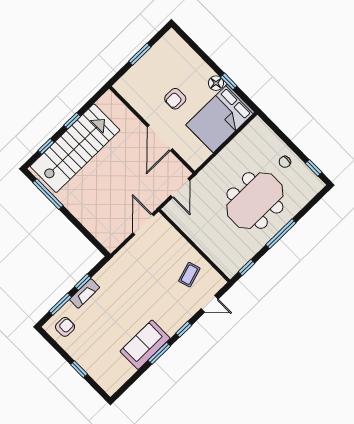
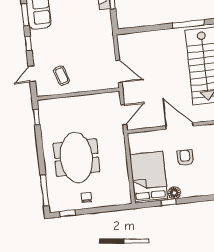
door: (160, 138) -> (179, 126), moved
door: (180, 188) -> (124, 115), swing flipped
window: (281, 234) -> (45, 190), moved

